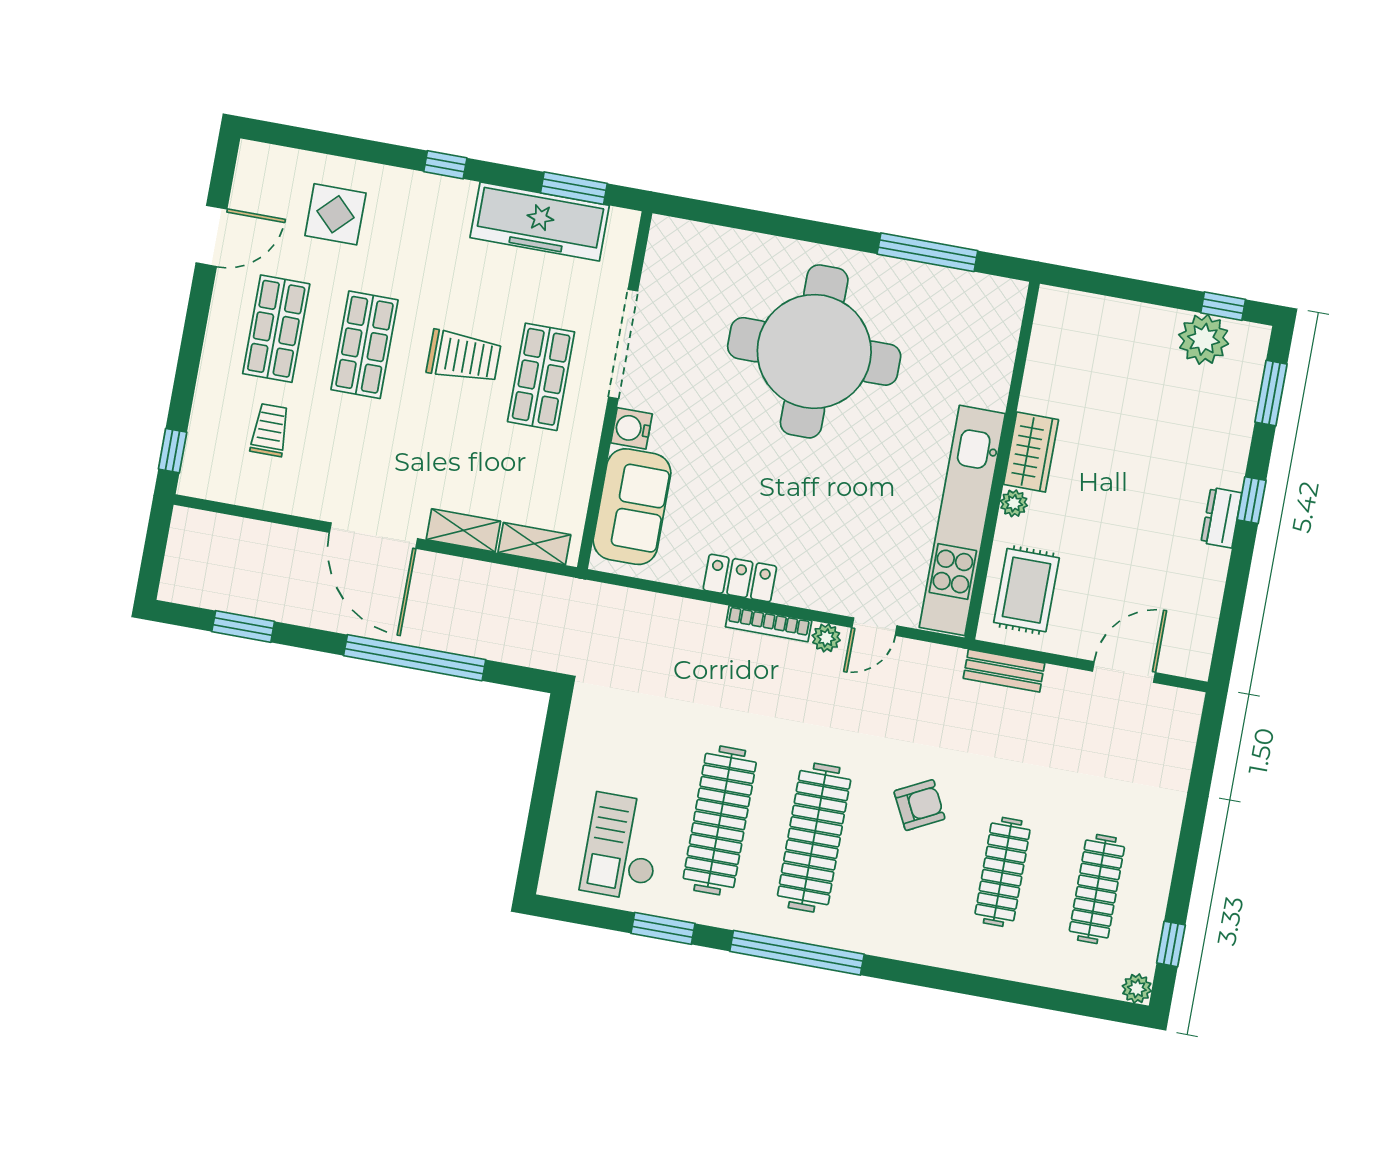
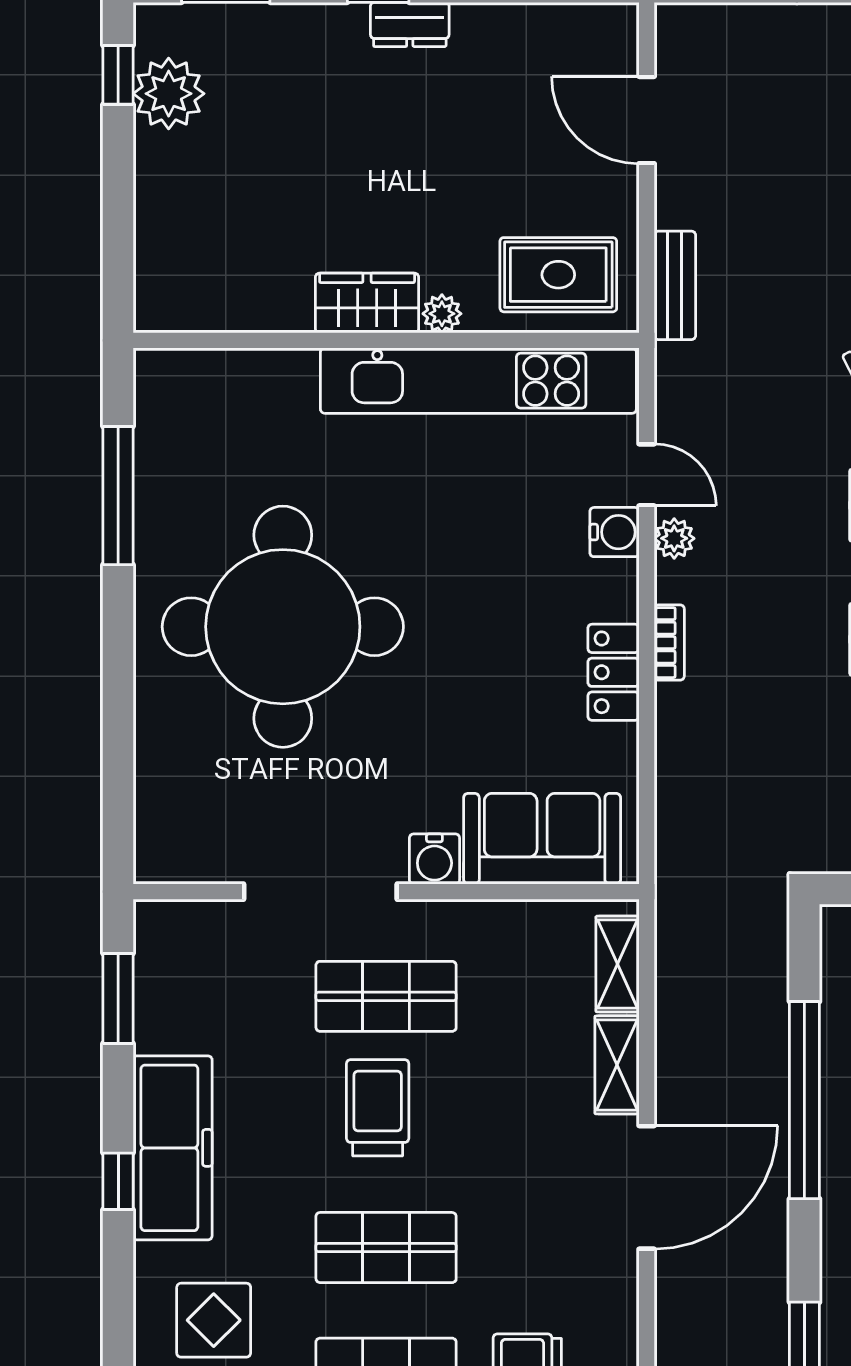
freezer: (540, 222) -> (173, 1148), moved
water cooler: (838, 597) -> (614, 532), added
bookcase: (769, 624) -> (669, 643), width x0.64

